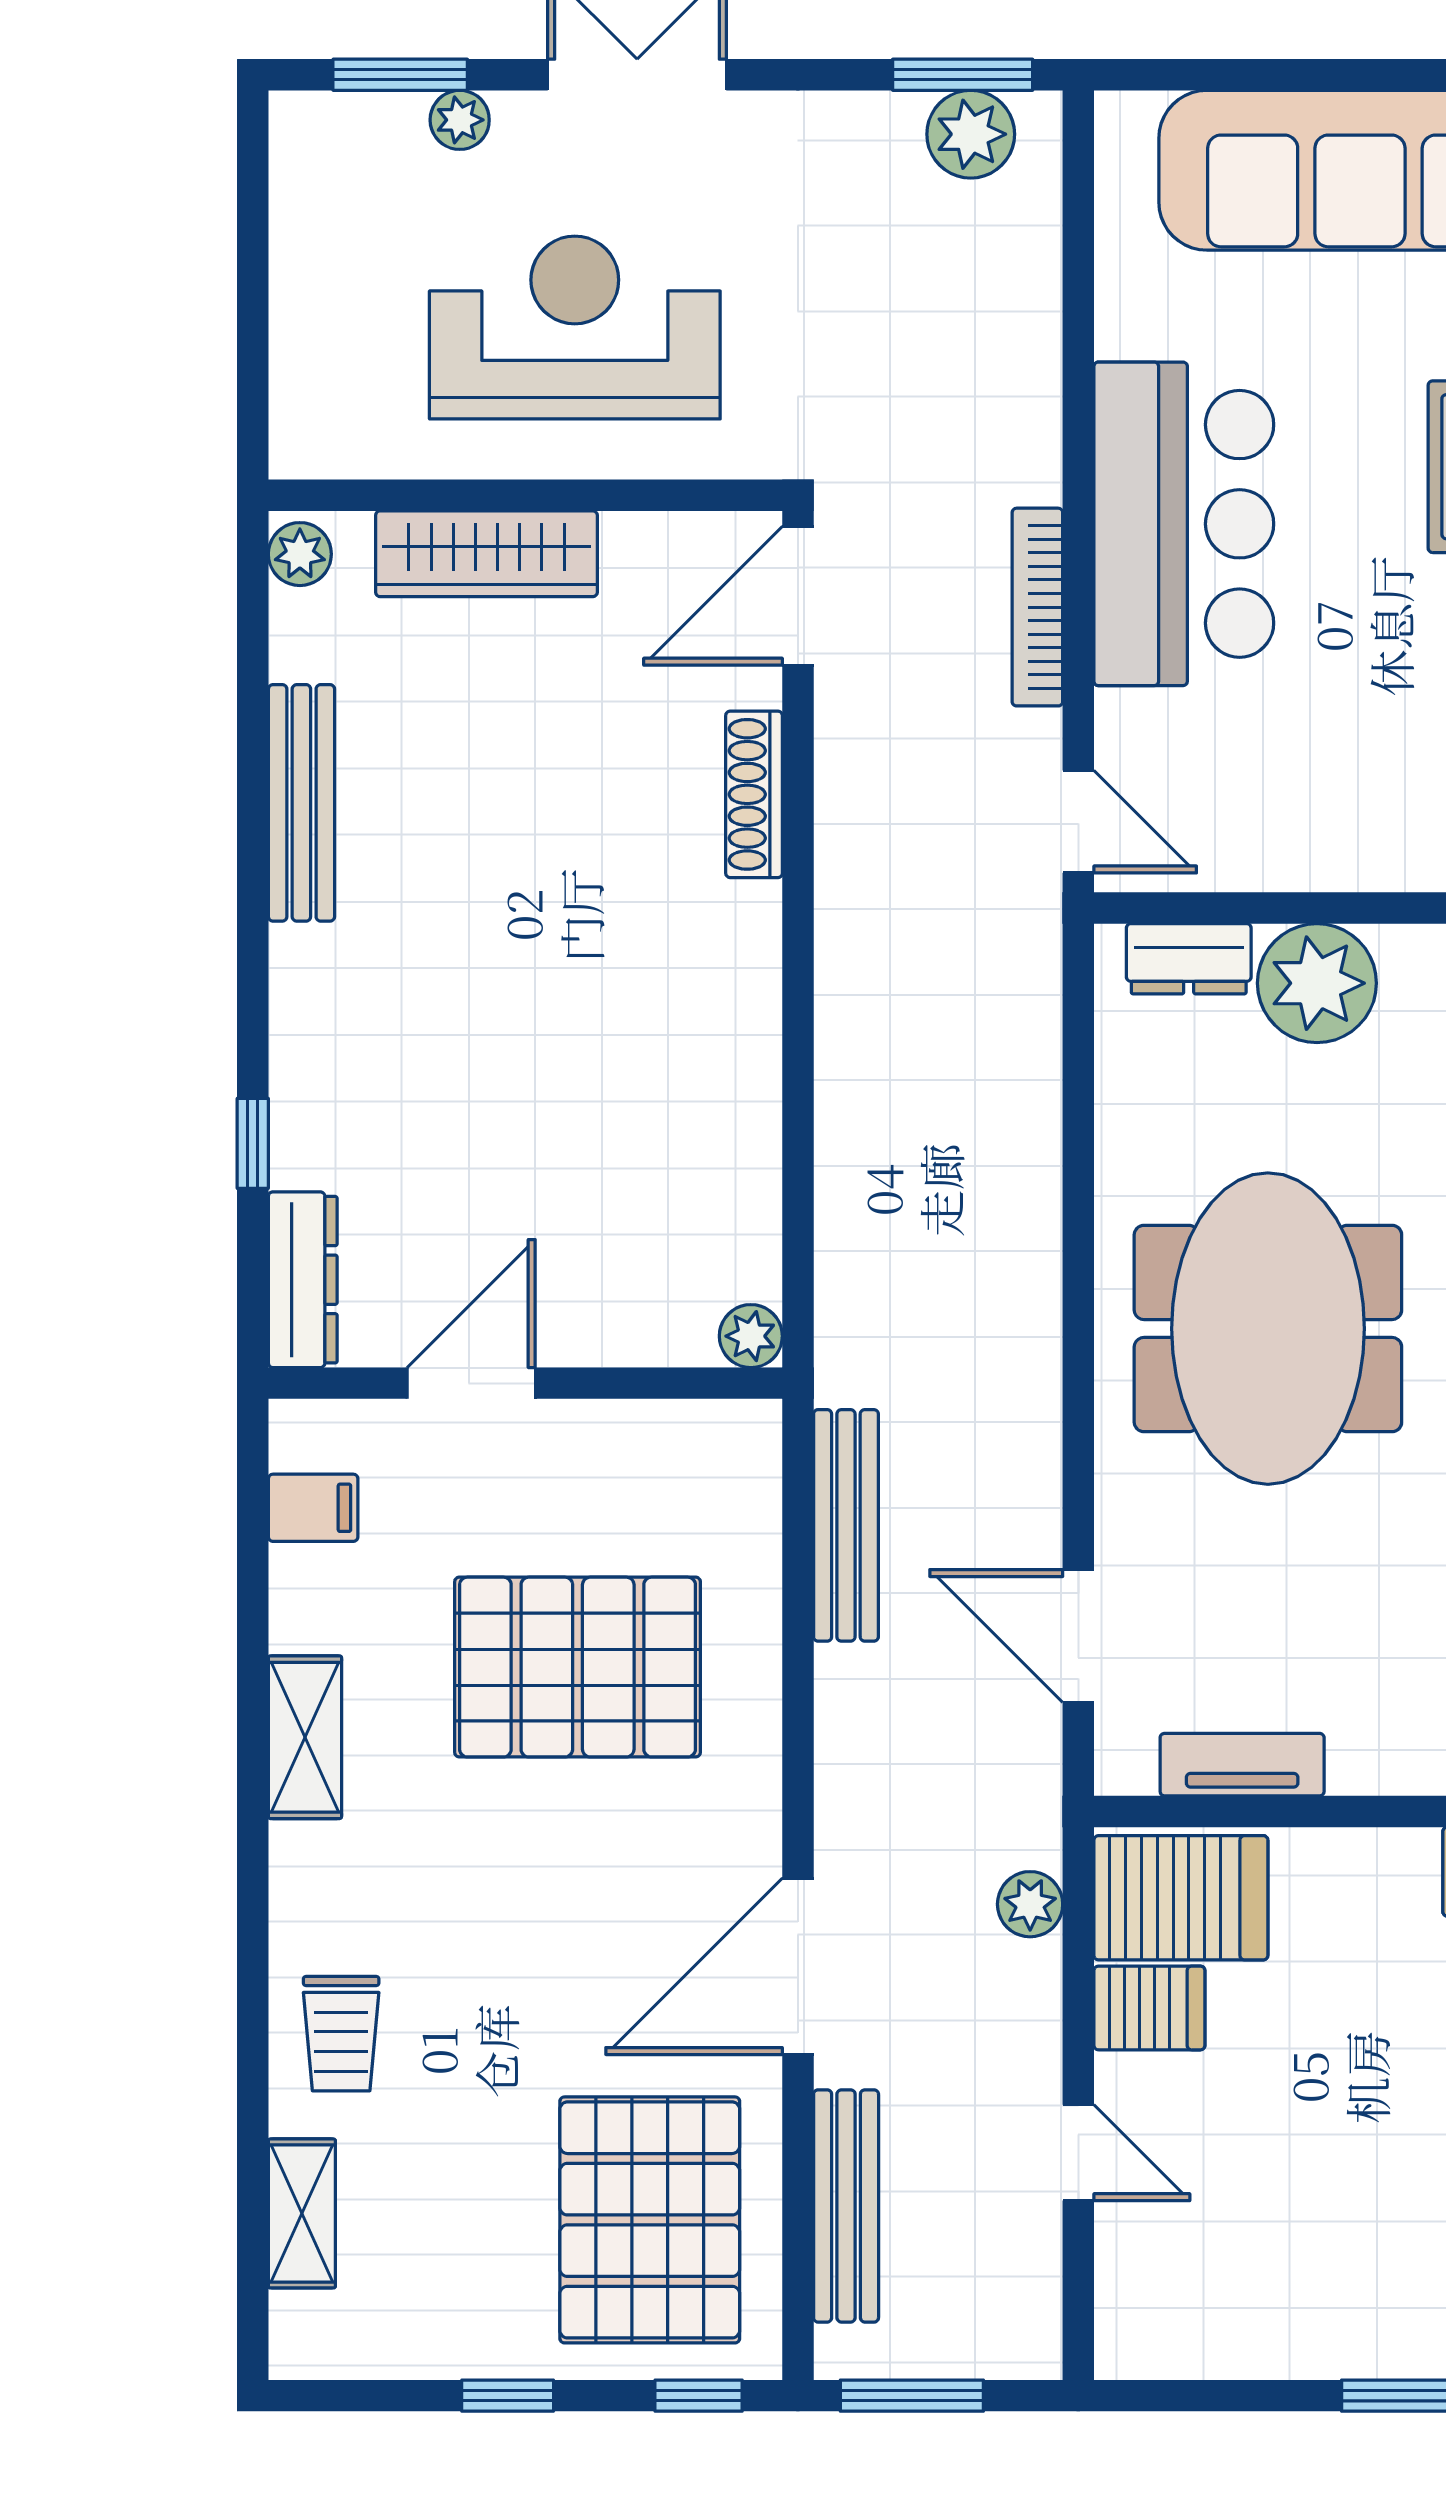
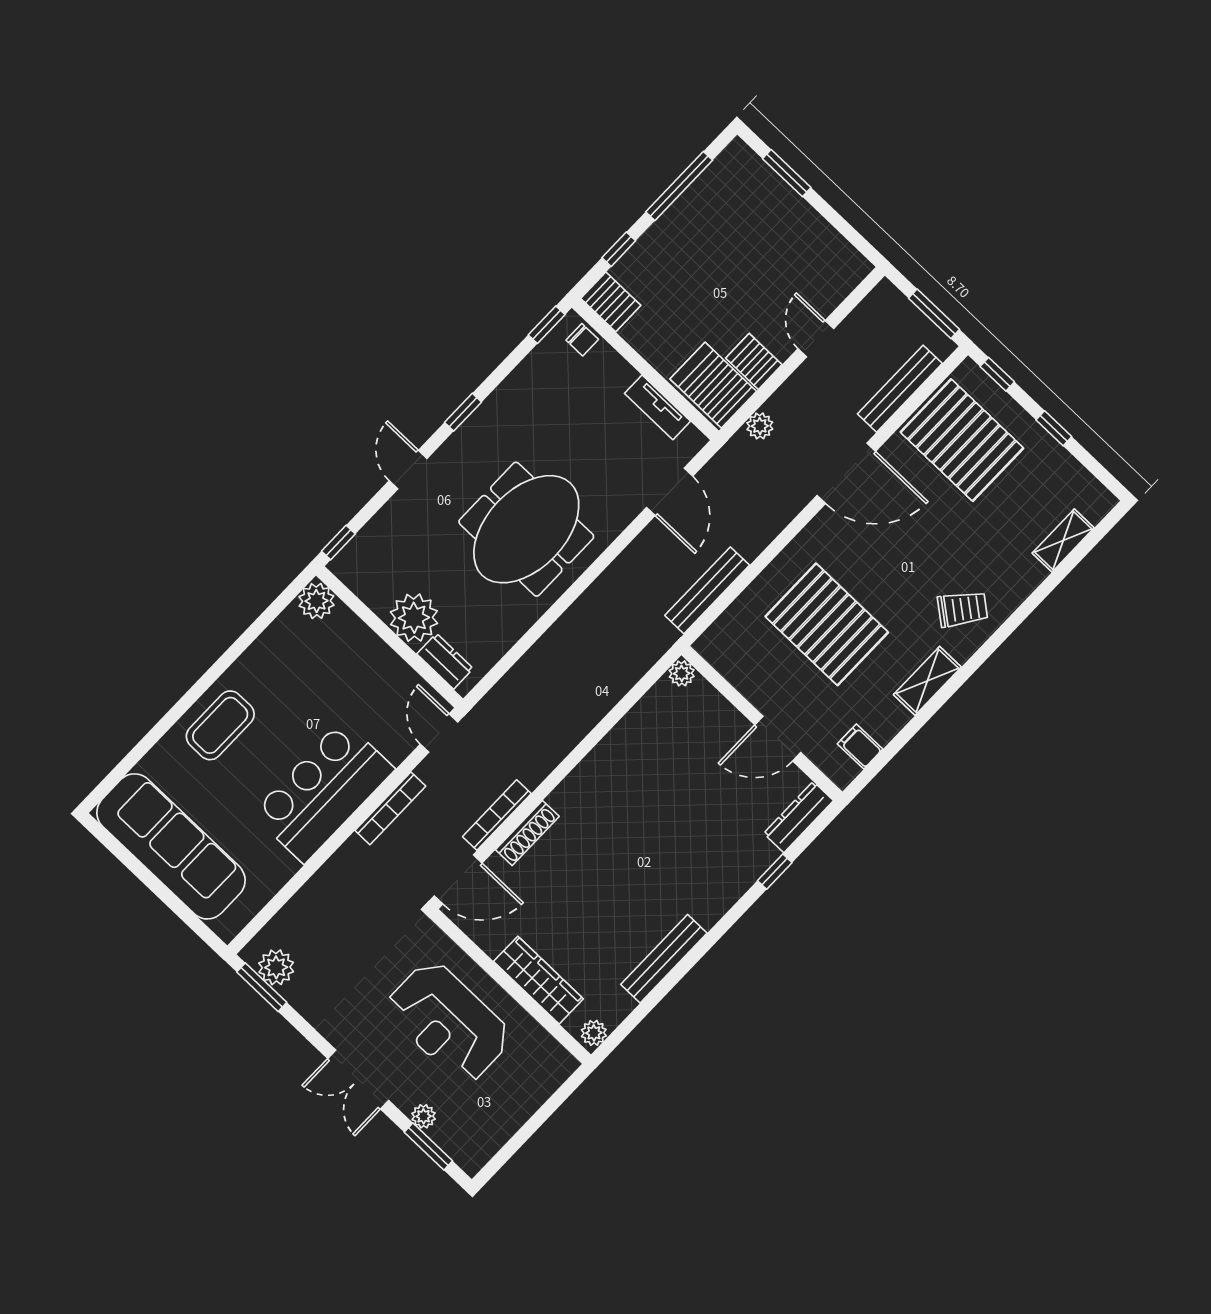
bookcase: (838, 775) -> (497, 815), added
trolley: (341, 2034) -> (963, 609), moved, turned 38
pallet: (650, 2220) -> (962, 440), turned 90

